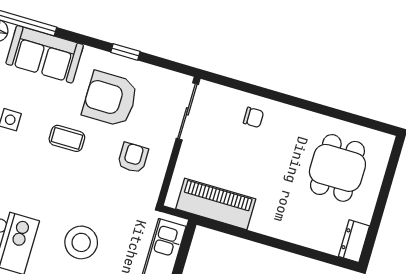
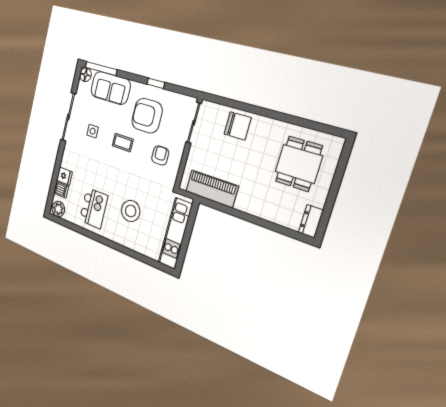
chair: (253, 117) -> (238, 126), width x1.87, depth x1.87

